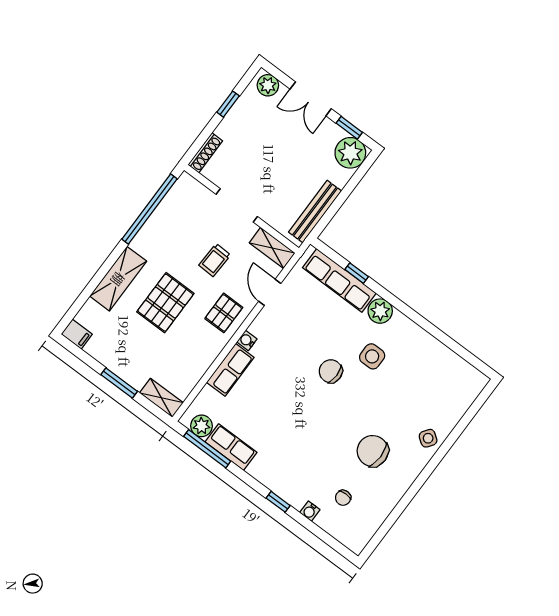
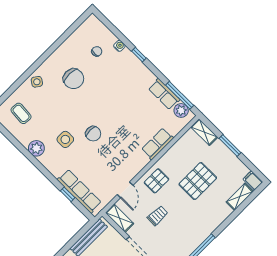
shelving: (118, 279) -> (240, 197), moved, width x0.67, depth x0.75
pallet: (165, 303) -> (198, 181), moved
plant: (380, 311) -> (36, 148), moved
water cooler: (247, 340) -> (144, 161), removed
coffee table: (445, 387) -> (21, 113), added

